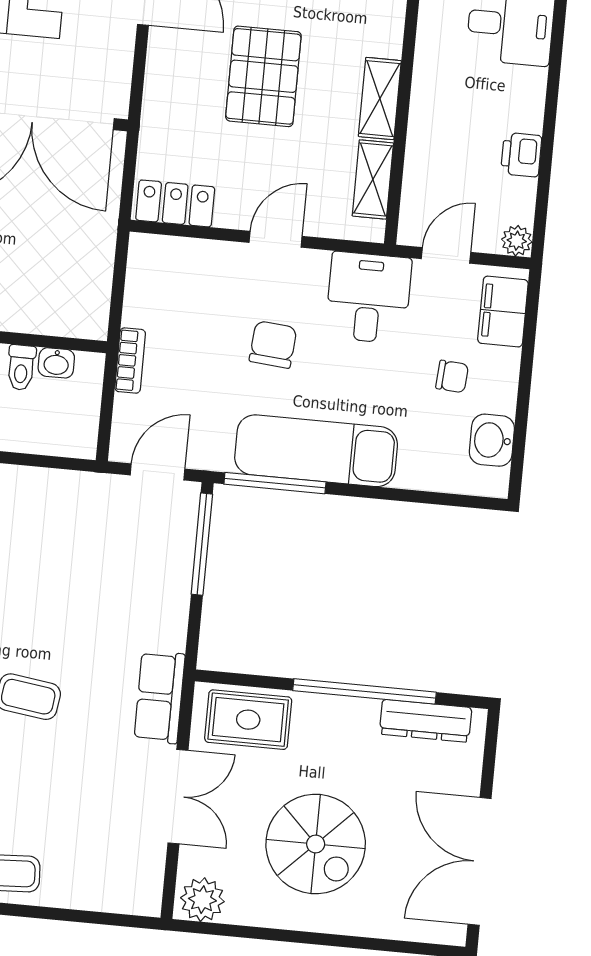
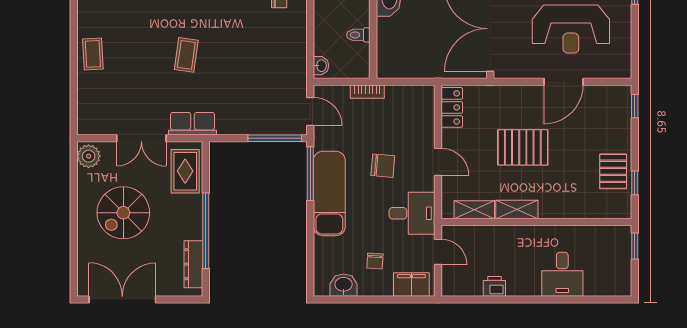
plant: (517, 241) -> (449, 288), removed
washbasin: (56, 363) -> (321, 66), moved, turned 180

